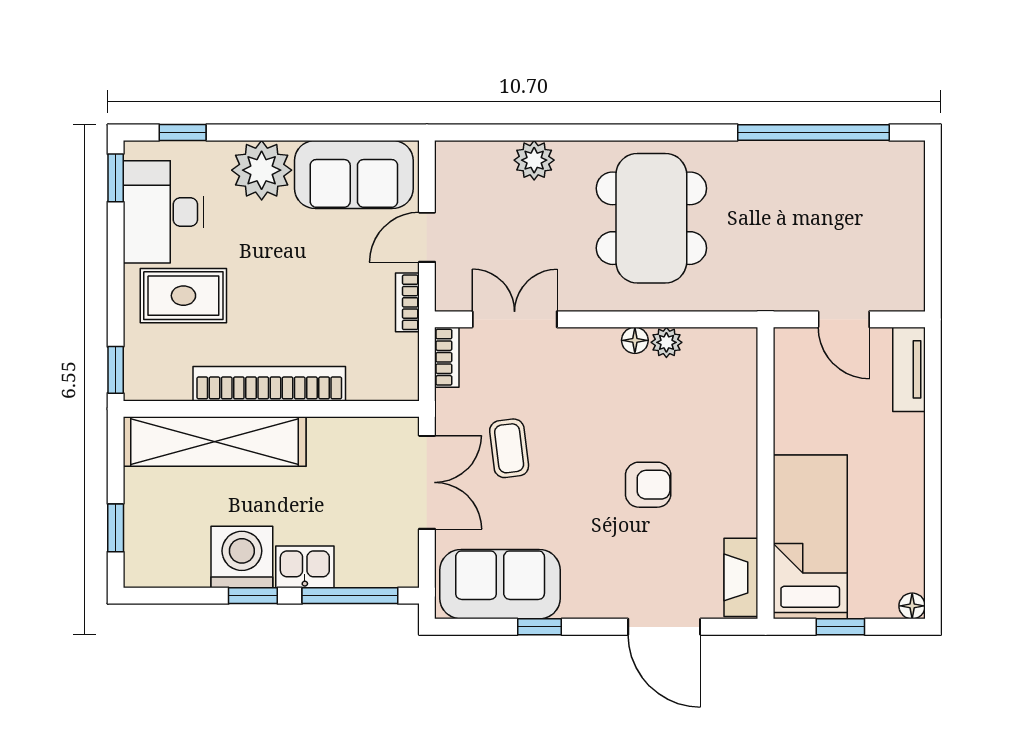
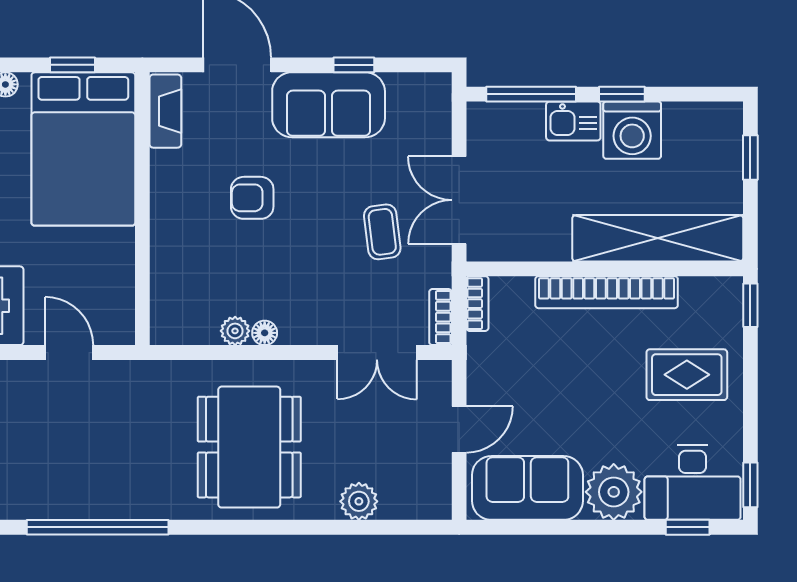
desk: (164, 212) -> (693, 482), moved, turned 90
bookcase: (407, 302) -> (477, 304), moved
bed: (810, 537) -> (83, 149), width x1.50
sofa: (500, 584) -> (329, 105), moved

